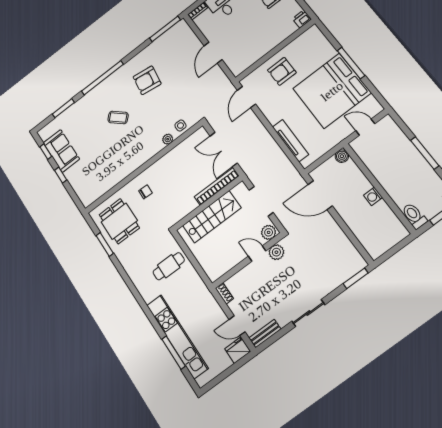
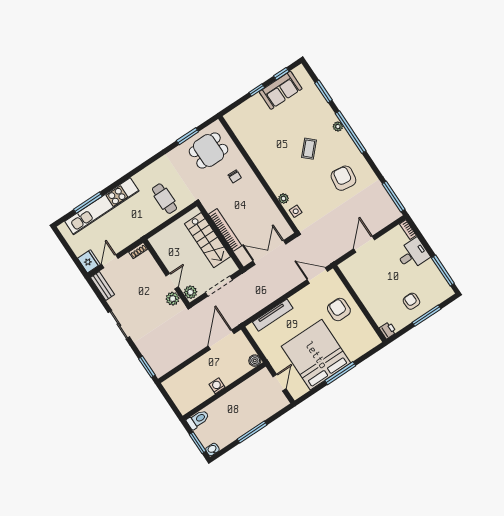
door: (213, 53) -> (364, 244), hinge flipped
plant: (97, 91) -> (338, 126), added
bookcase: (217, 186) -> (225, 230), moved

